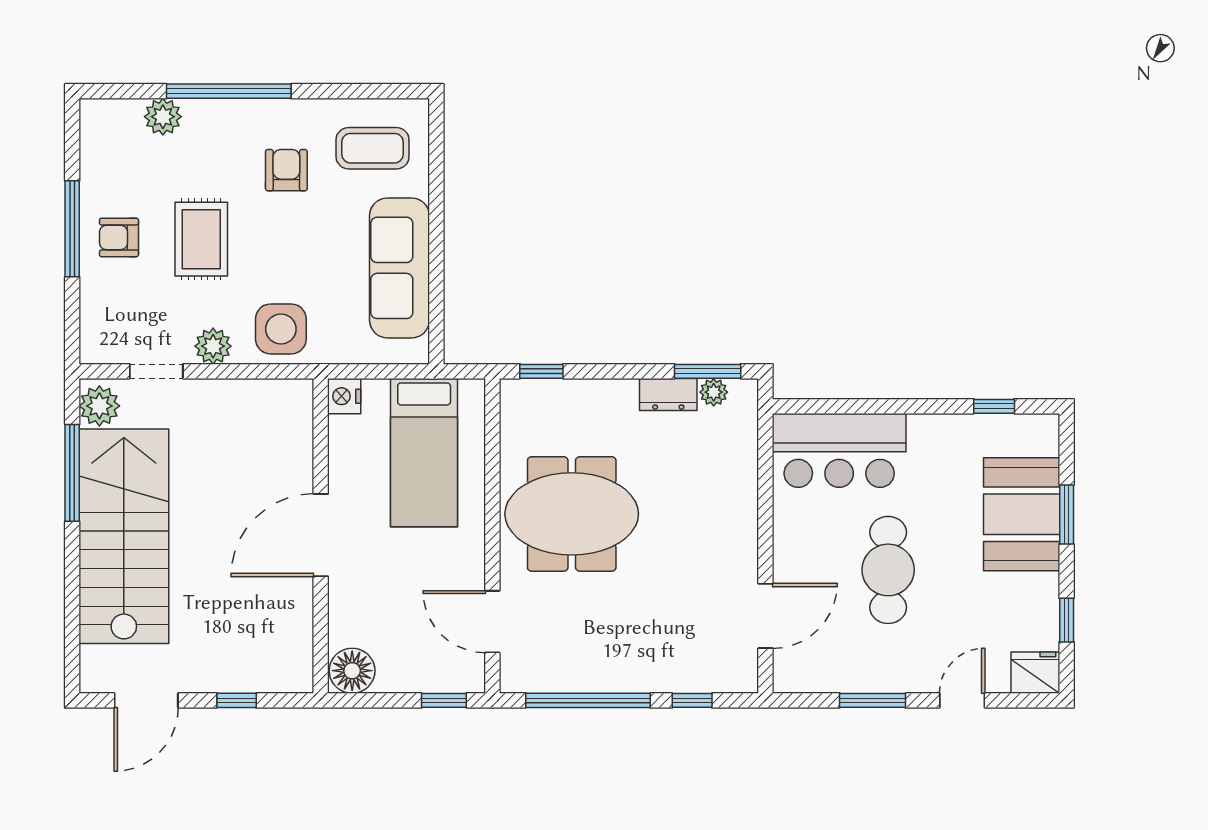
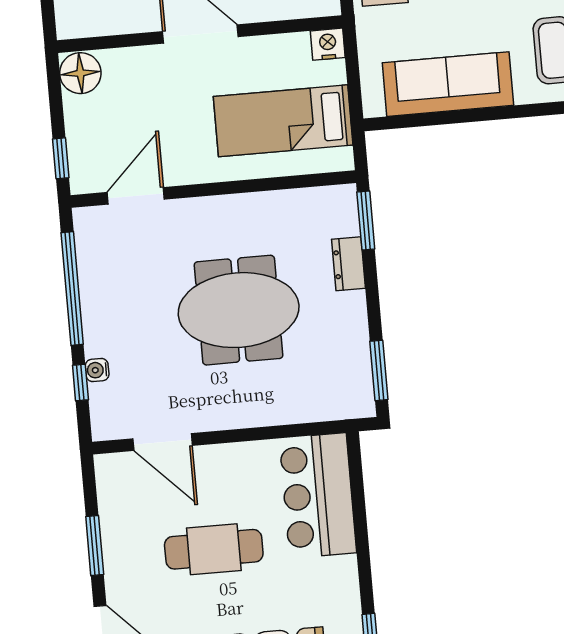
window: (541, 371) -> (366, 220), width x1.50
plant: (714, 392) -> (361, 378), removed
dresser: (668, 394) -> (349, 264), moved
meeting table: (572, 514) -> (239, 310), moved, turned 90
water cooler: (680, 681) -> (97, 370), added

